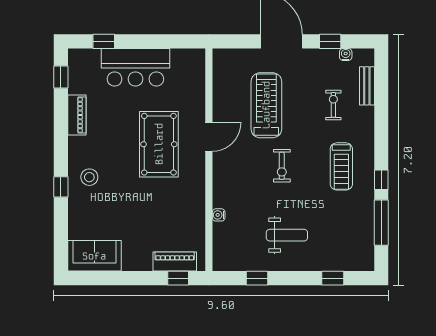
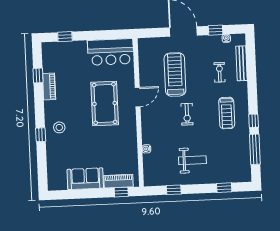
bar counter: (135, 67) -> (111, 52), moved
window: (61, 77) -> (38, 76), moved
bench: (367, 86) -> (242, 63), width x1.36
sofa: (94, 256) -> (85, 179), moved

